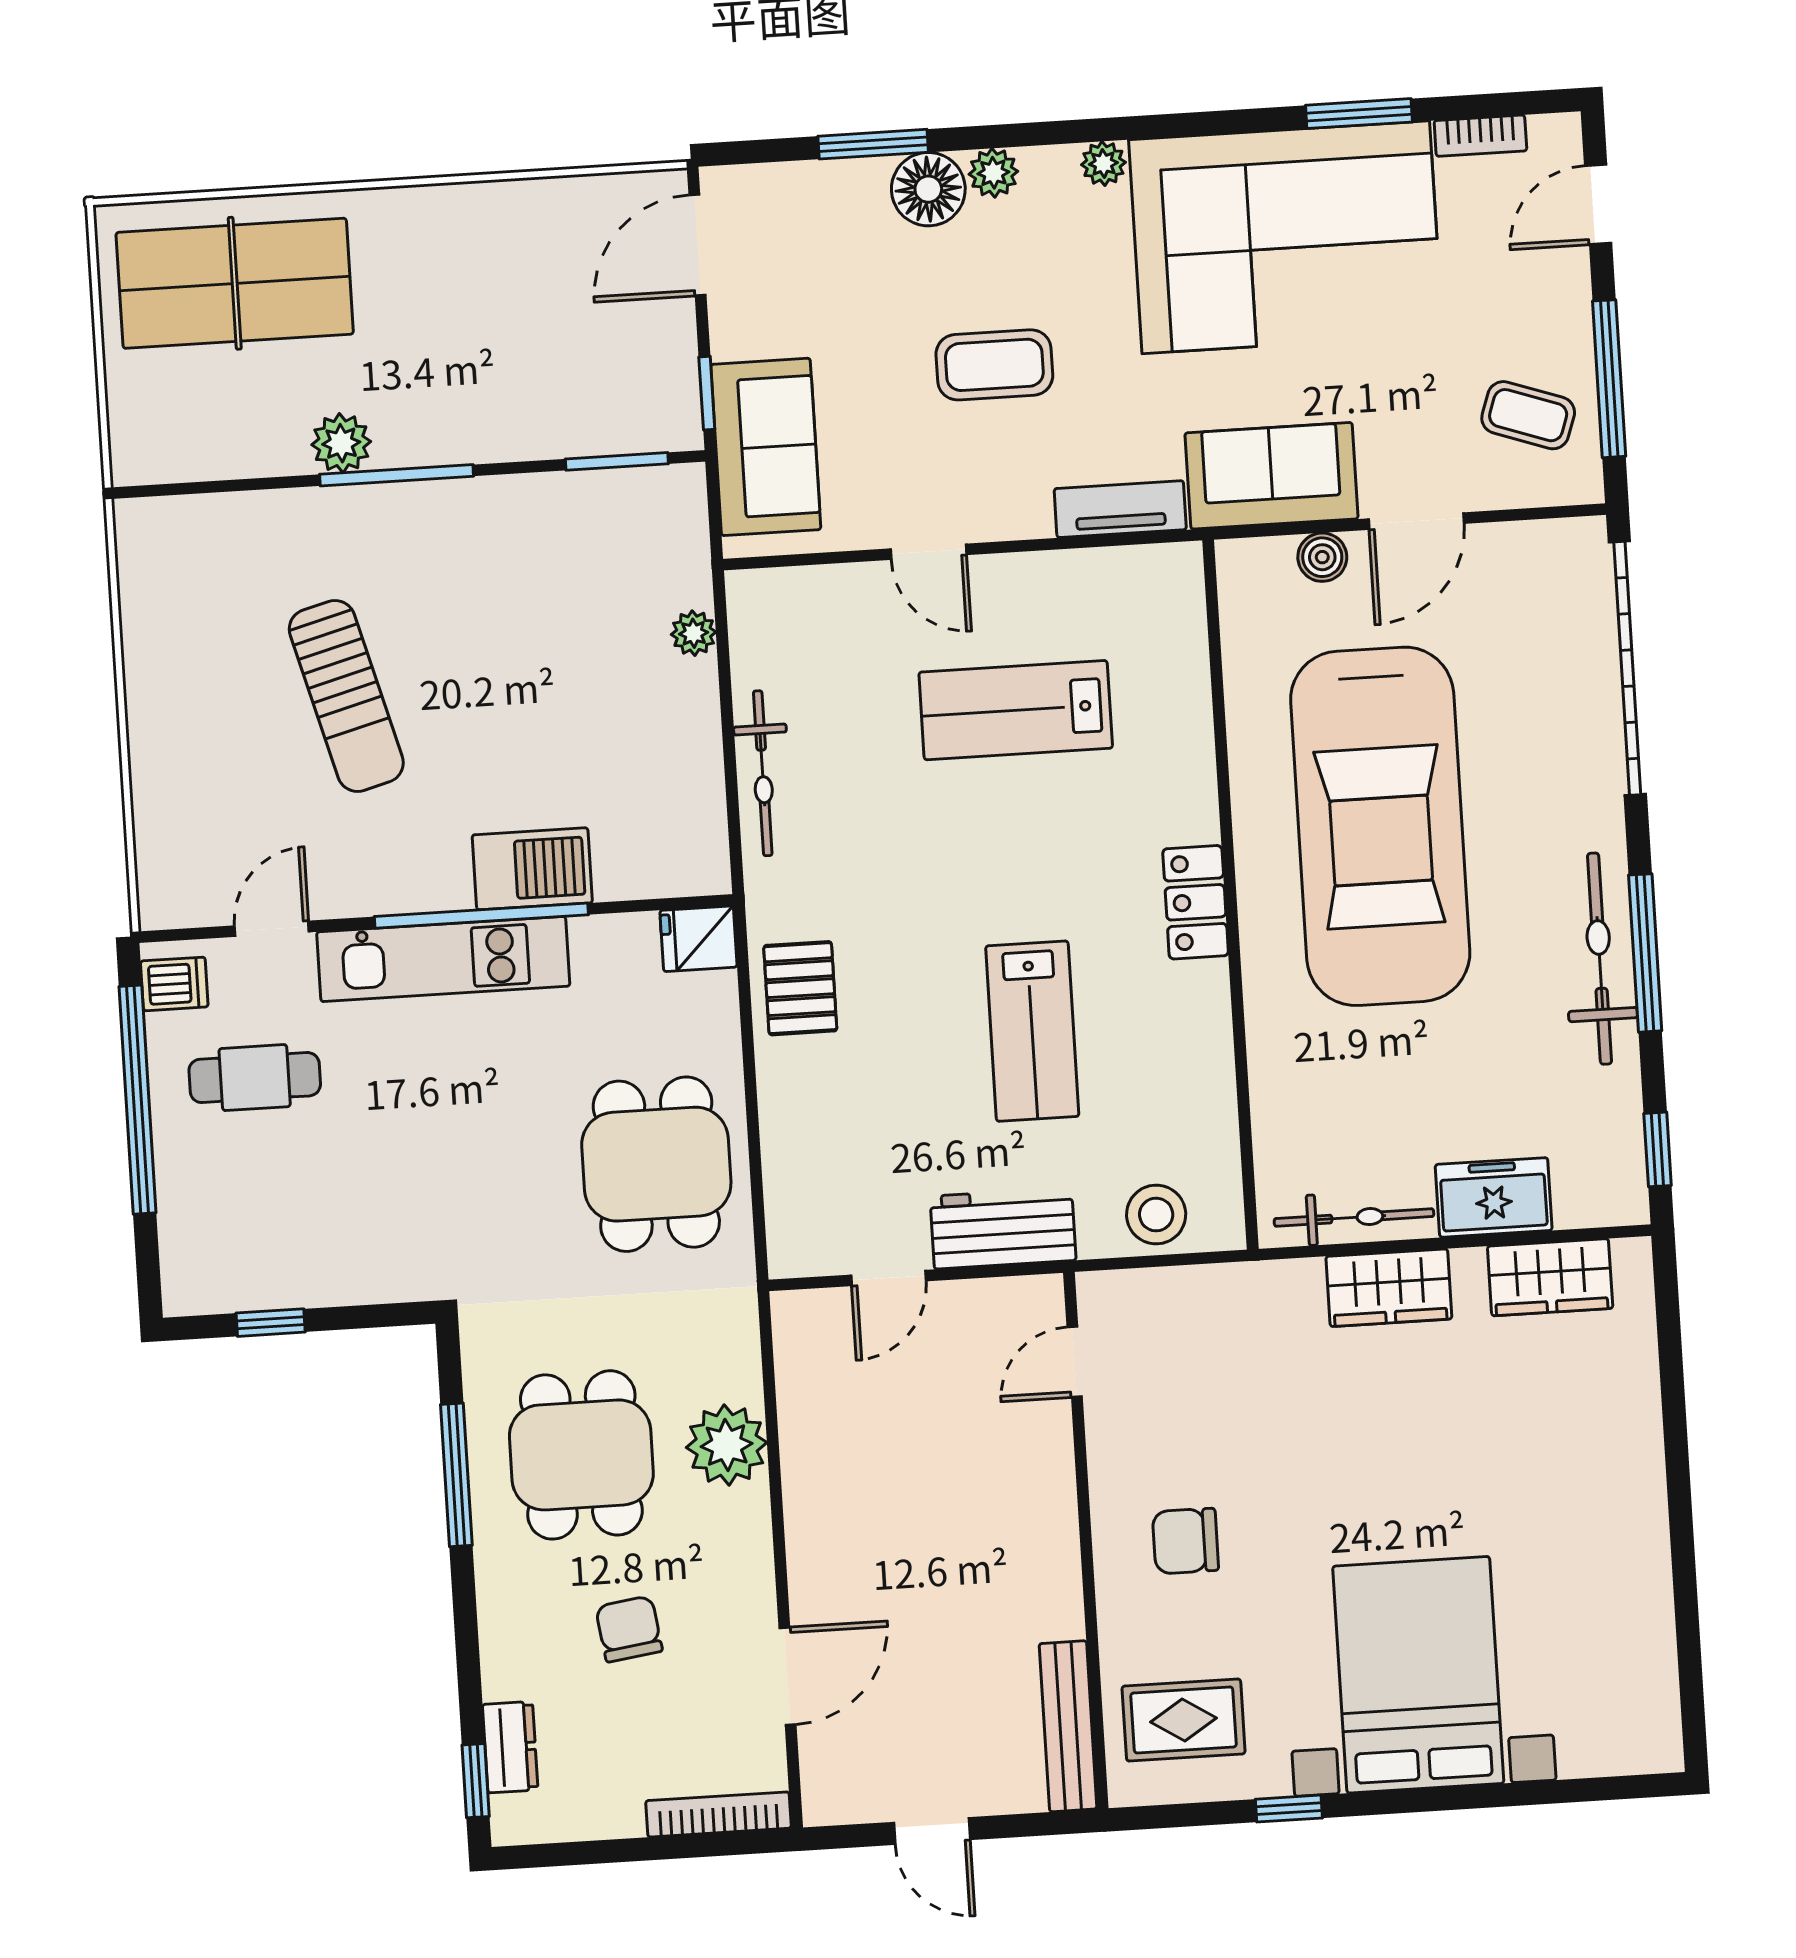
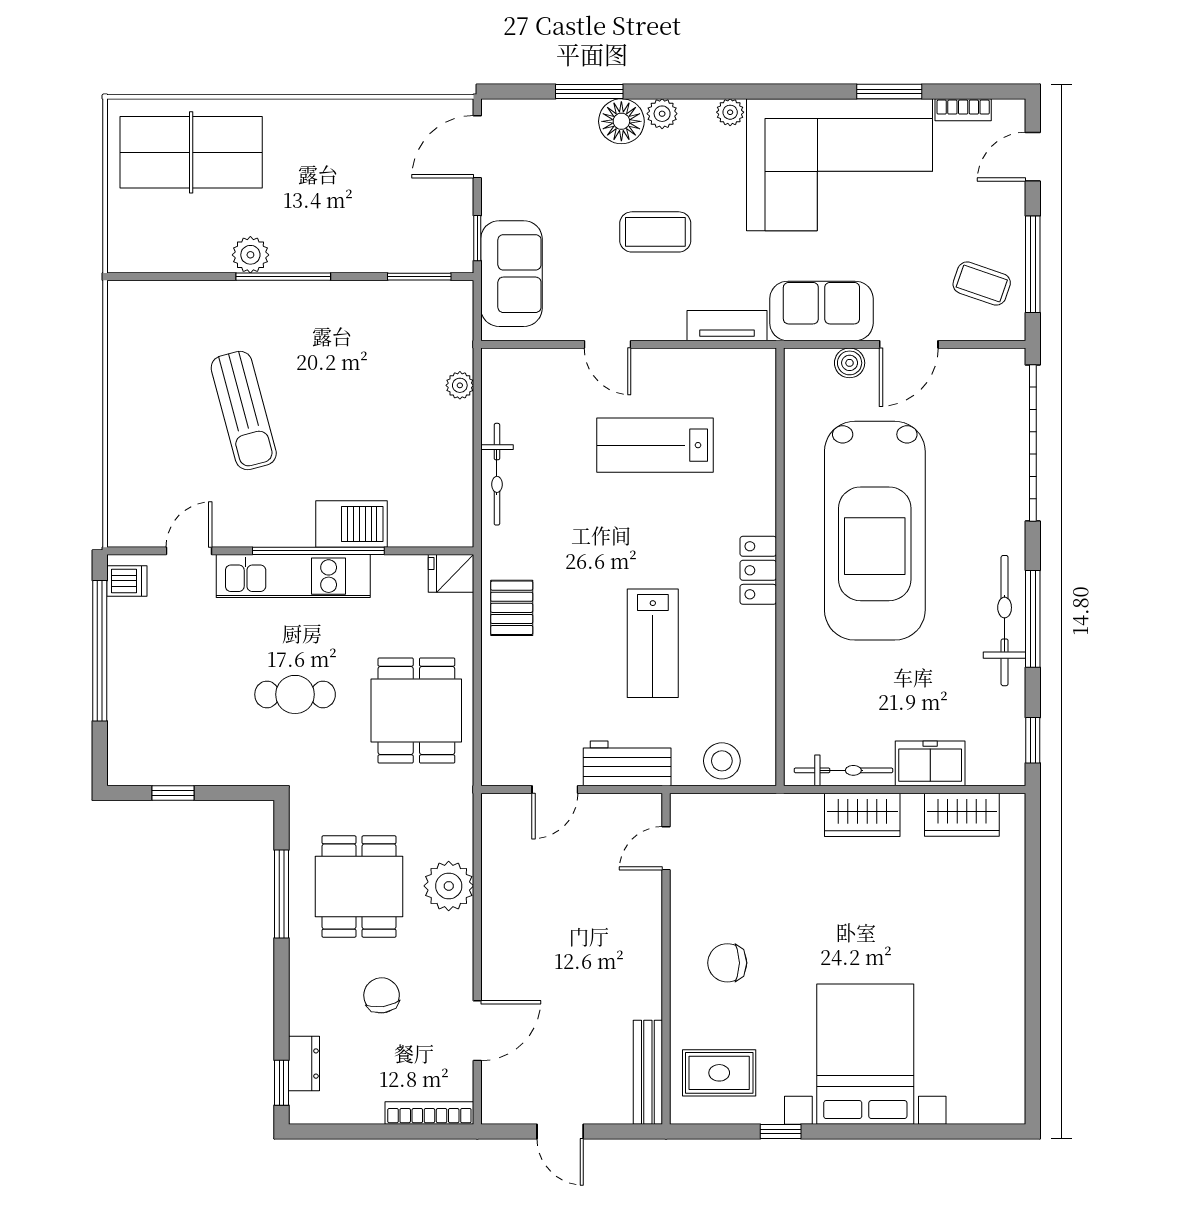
cafe table: (255, 1078) -> (295, 694), moved

